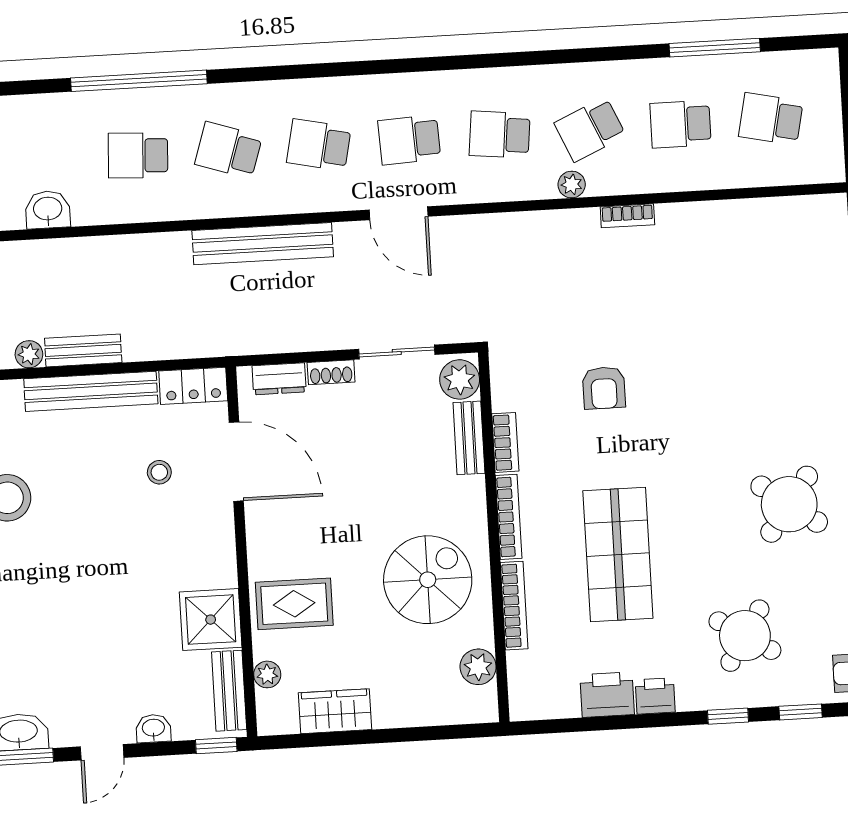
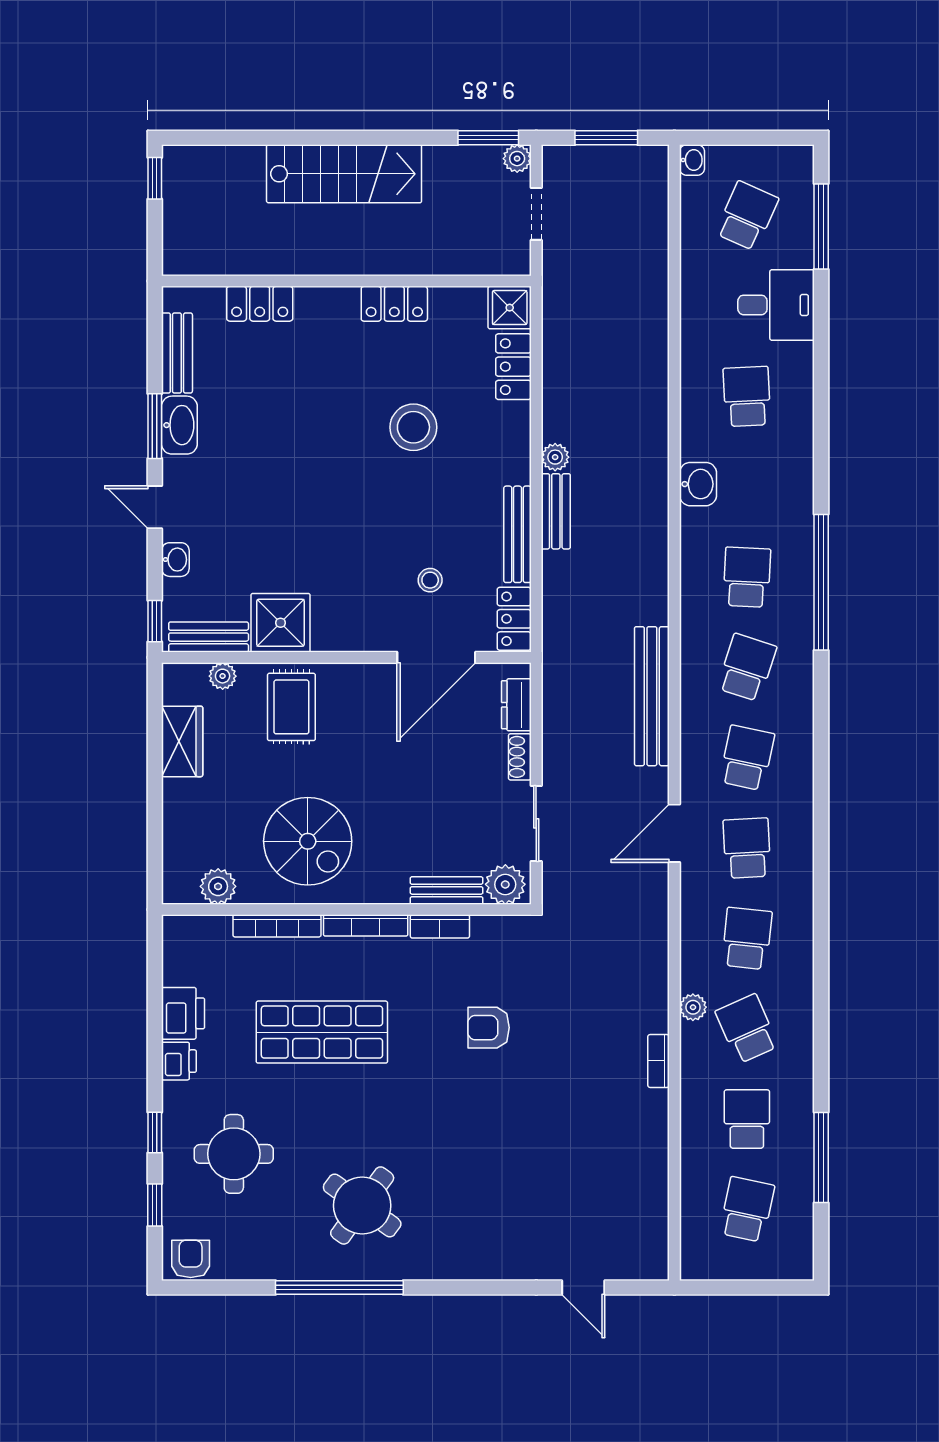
bench: (91, 391) -> (518, 534), width x0.73, depth x0.82
round table: (745, 636) -> (234, 1154), turned -32

